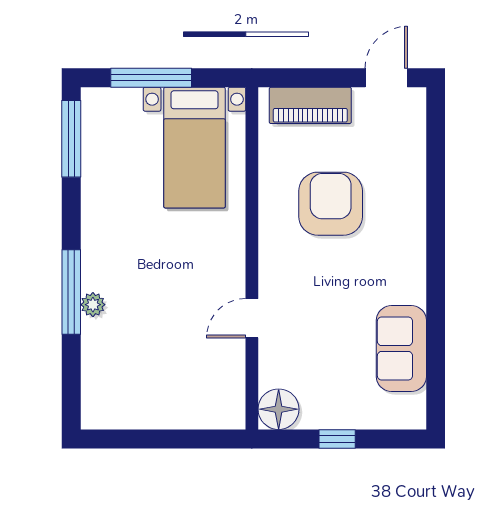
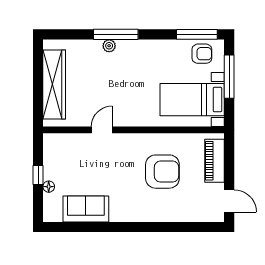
armchair: (108, 129) -> (202, 54), added
door: (252, 318) -> (102, 130), hinge flipped
wardrobe: (166, 408) -> (54, 84), added
floor lamp: (279, 409) -> (49, 187), moved, width x0.53, depth x0.53

